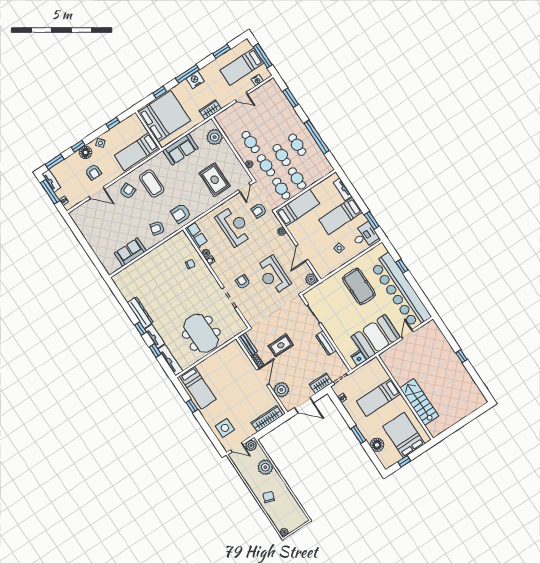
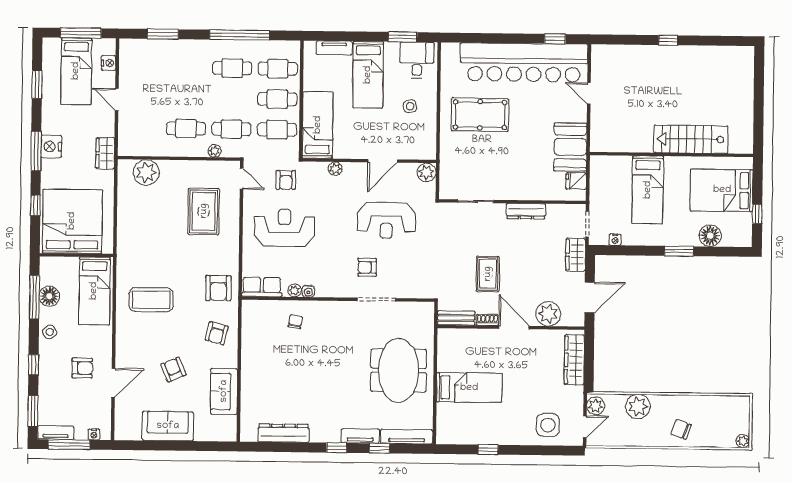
door: (241, 97) -> (117, 99), swing flipped
window: (113, 123) -> (34, 297), width x2.17
sofa: (180, 149) -> (168, 426), moved, turned -90
floor lamp: (85, 152) -> (49, 296), moved
cafe table: (282, 155) -> (278, 69), moved
rug: (215, 180) -> (204, 211), turned 90
armchair: (128, 191) -> (173, 370), moved
door: (302, 253) -> (383, 161), hinge flipped
window: (402, 266) -> (555, 39), moved
dresser: (140, 312) -> (283, 433), moved
meeting table: (201, 333) -> (399, 370), turned 90
booth: (376, 337) -> (570, 147), width x0.73, depth x0.70
bed: (198, 388) -> (469, 388), moved

